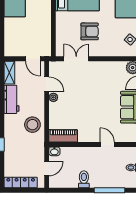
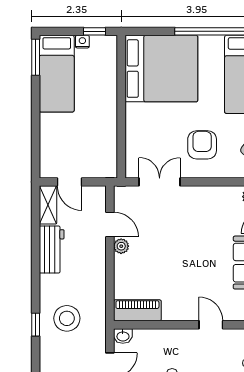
armchair: (90, 31) -> (202, 145), moved, turned -90
door: (33, 59) -> (70, 182), moved
stool: (32, 125) -> (67, 318), moved

